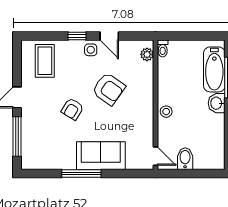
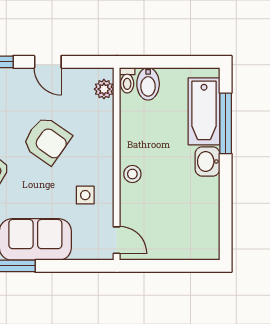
side table: (91, 50) -> (85, 195), moved
bidet: (185, 159) -> (148, 84), moved, turned 180

